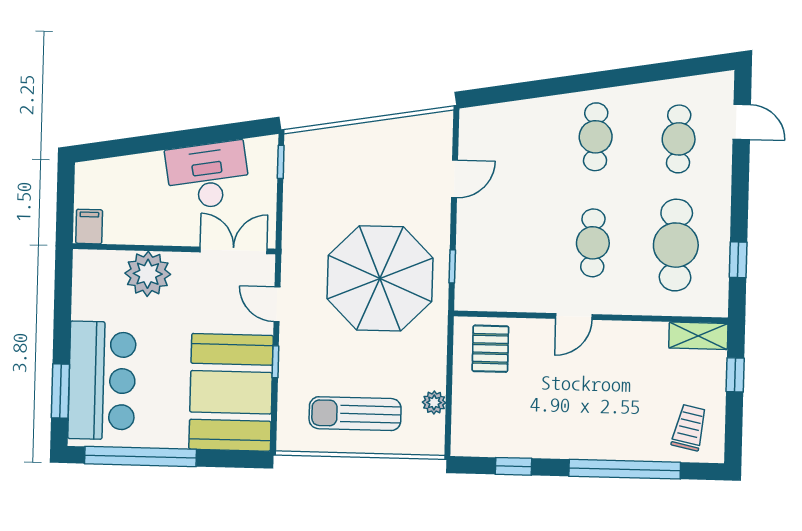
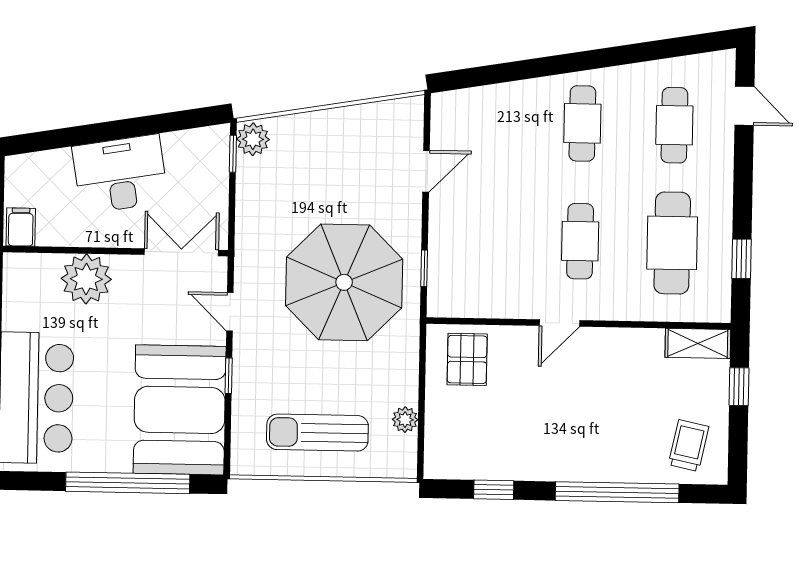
plant: (299, 149) -> (253, 139), added
desk: (208, 175) -> (120, 174), moved
window: (141, 457) -> (128, 483), moved

